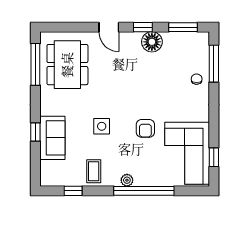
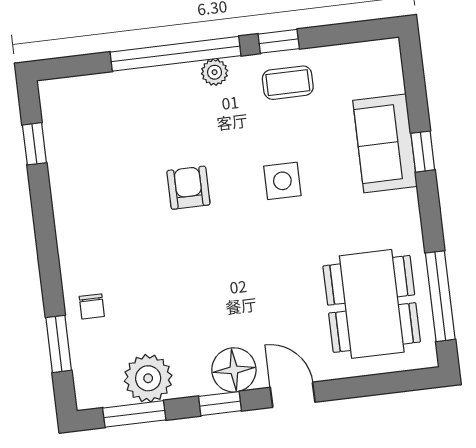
floor lamp: (152, 42) -> (234, 370), moved
plant: (175, 43) -> (148, 378), added
window: (214, 64) -> (59, 344), width x0.69
corner sofa: (187, 153) -> (93, 145), removed
coffee table: (94, 171) -> (288, 83), turned 90
window: (73, 191) -> (279, 41), moved

